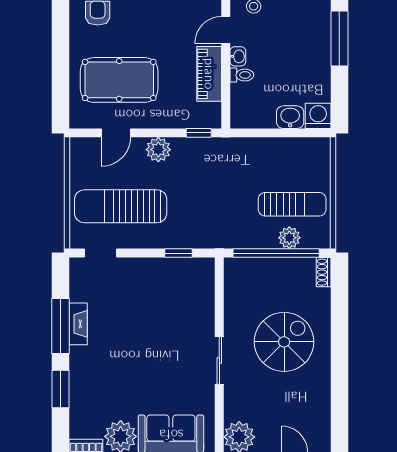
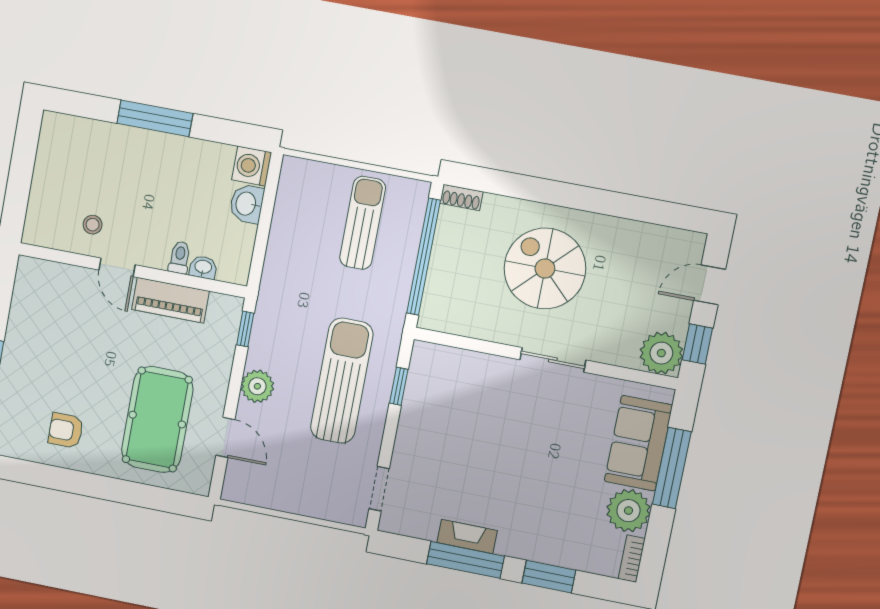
washbasin: (238, 56) -> (203, 267), moved
sun lounger: (121, 206) -> (342, 381), moved, turned 180
plant: (289, 238) -> (407, 235), removed

